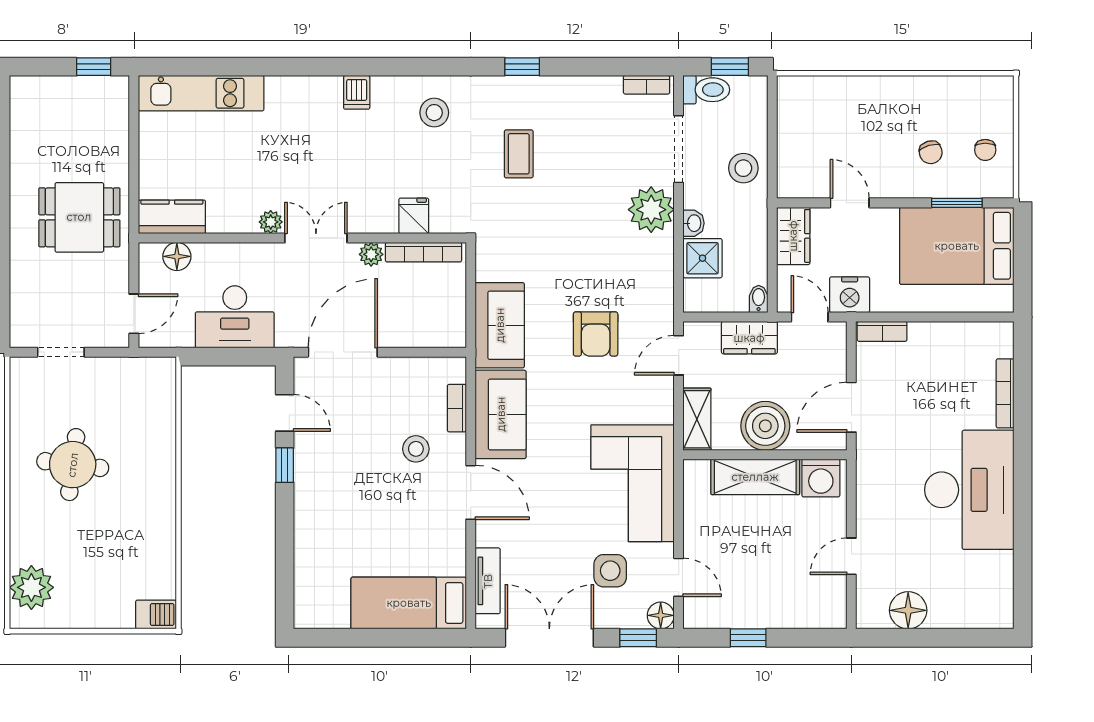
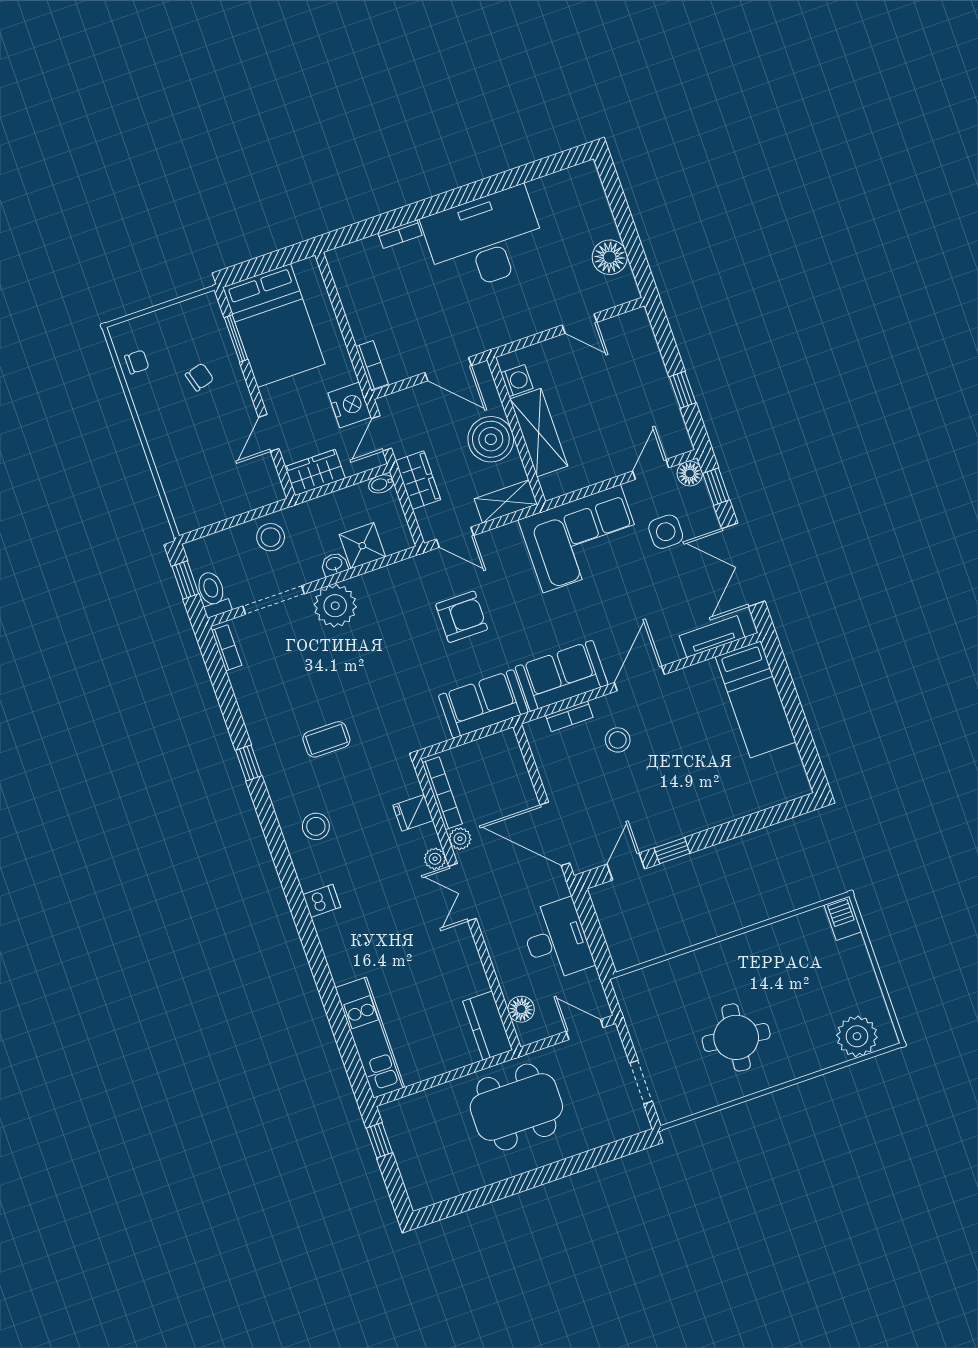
chair: (985, 150) -> (137, 362), moved
dining table: (79, 217) -> (516, 1107), width x1.38
plant: (271, 222) -> (435, 859), moved
bookcase: (1005, 393) -> (400, 234), width x0.64
washing machine: (821, 478) -> (517, 381), width x0.73, depth x0.73

